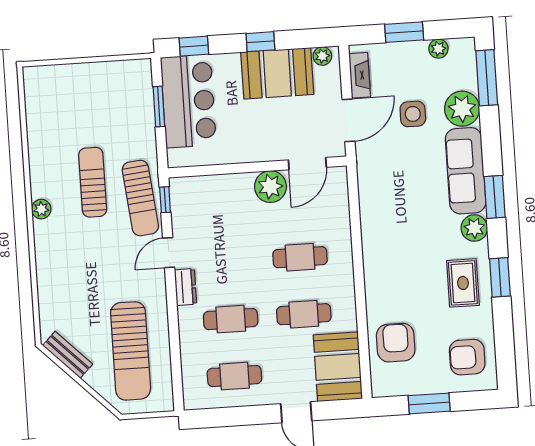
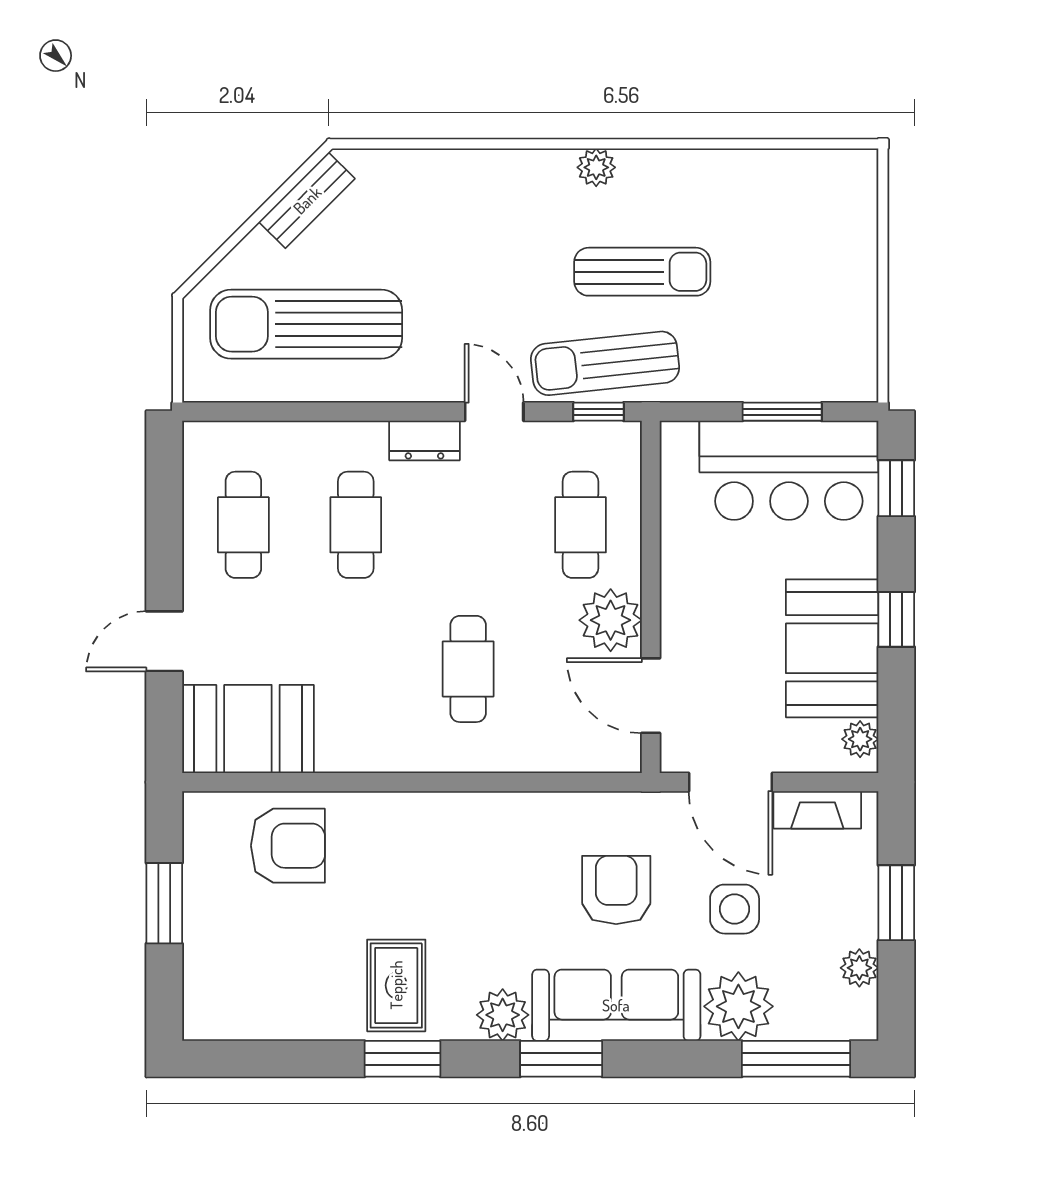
rug: (463, 283) -> (396, 985), turned 90
cafe table: (304, 314) -> (580, 525), moved
armchair: (467, 357) -> (616, 890), moved

